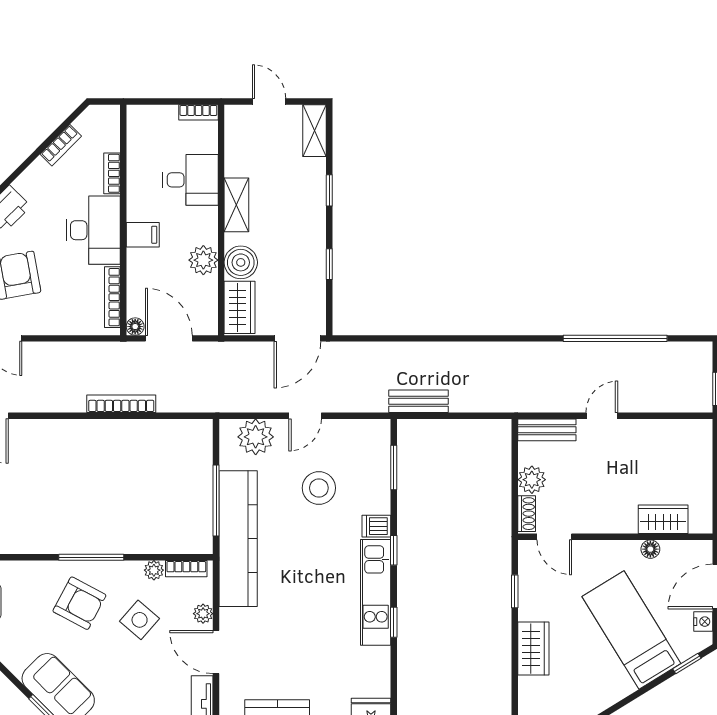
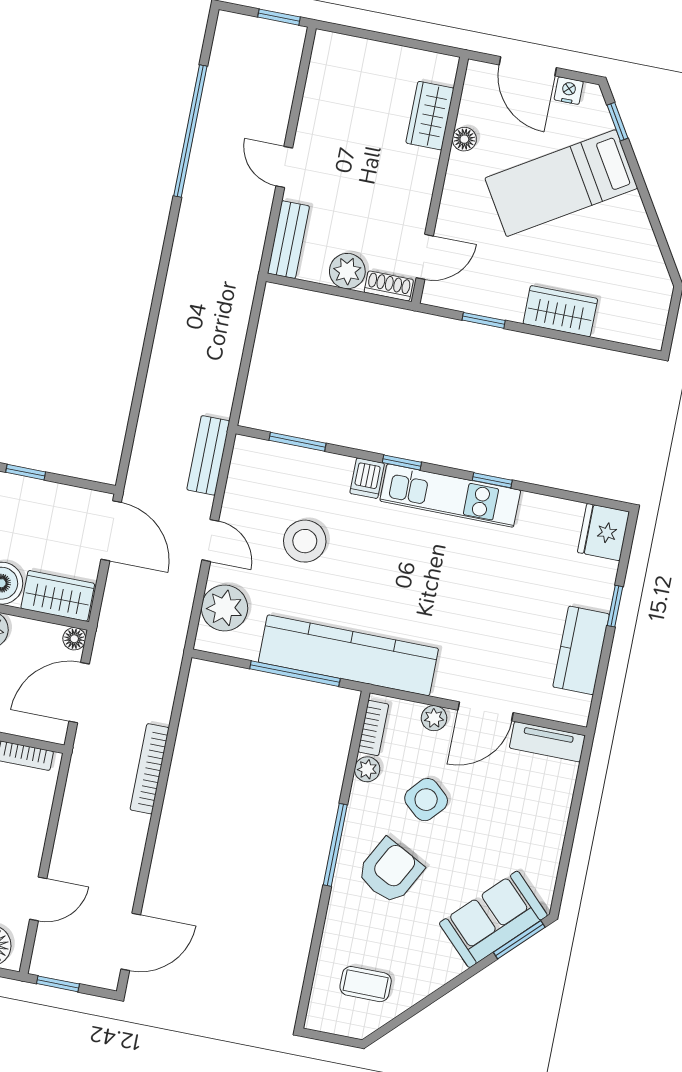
floor lamp: (135, 327) -> (74, 639), moved
bench: (418, 401) -> (208, 455), moved

